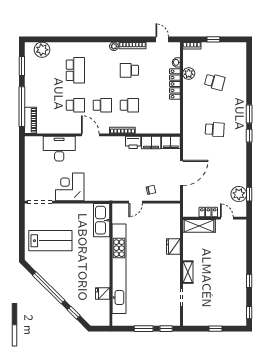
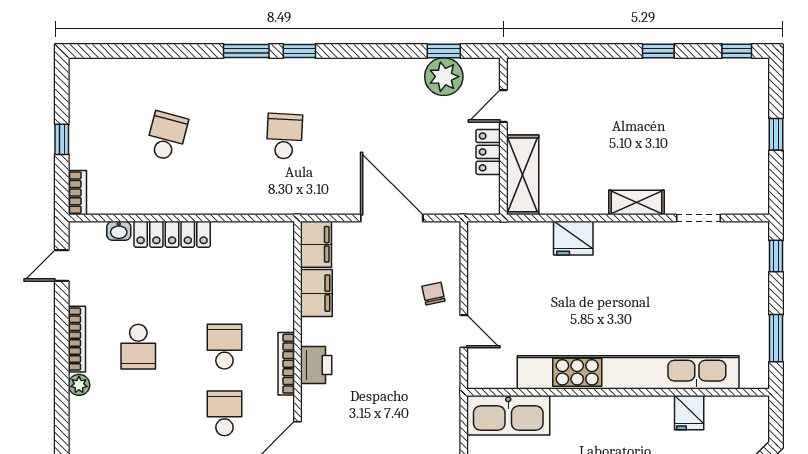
plant: (189, 74) -> (146, 200), removed
printer: (133, 142) -> (316, 365), moved
window: (144, 329) -> (776, 338), moved

